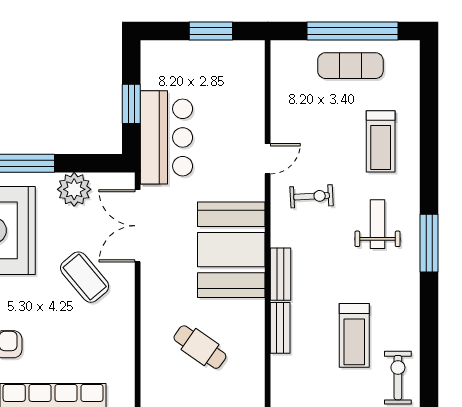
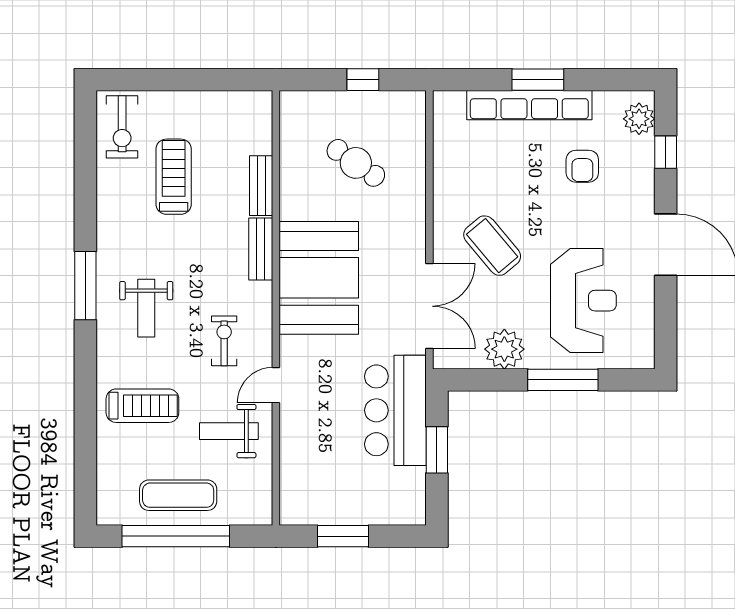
weight bench: (308, 120) -> (229, 431), added
treadmill: (381, 141) -> (142, 406), turned 90
exercise bike: (312, 196) -> (224, 341), turned 93

